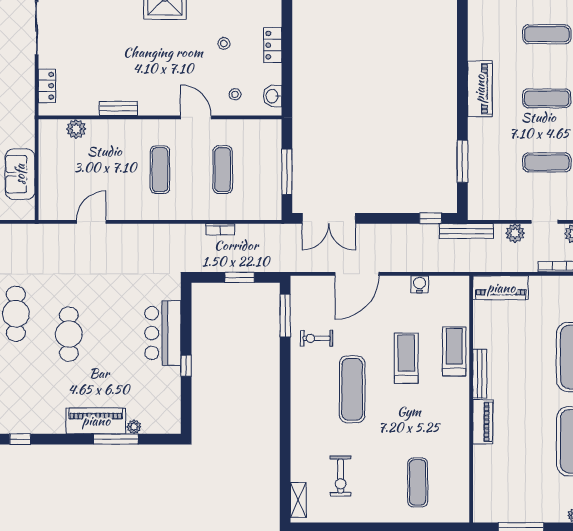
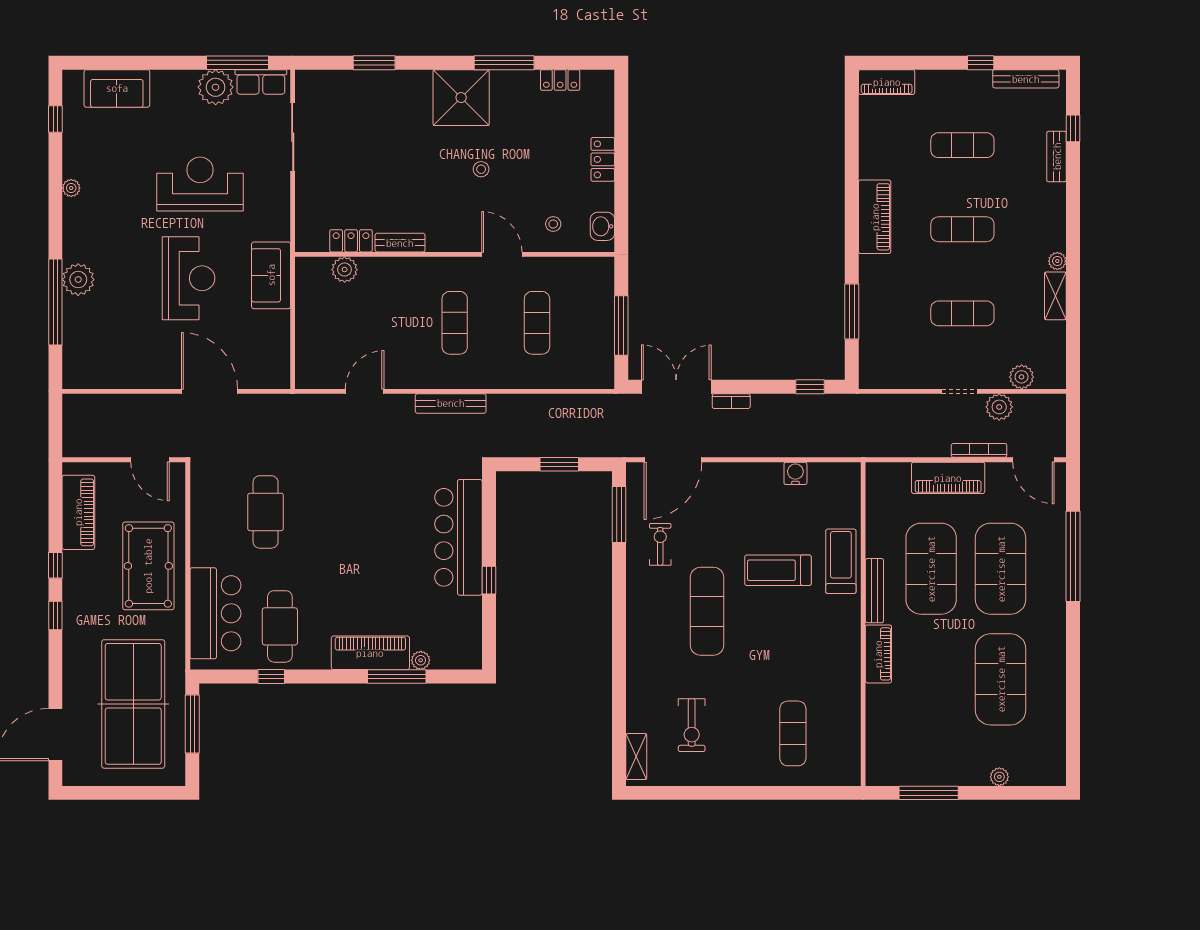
stool: (224, 43) -> (481, 169), moved
locker: (47, 86) -> (351, 241), moved, turned -90
sofa: (20, 174) -> (271, 275), moved
double door: (329, 218) -> (676, 387), swing flipped
bookcase: (220, 229) -> (731, 401), moved
bench: (466, 231) -> (451, 403), moved
plant: (515, 233) -> (921, 406), removed
door: (357, 274) -> (673, 460), moved
piano: (501, 288) -> (948, 478), moved
bar counter: (163, 333) -> (458, 537), width x1.36
cafe table: (69, 334) -> (280, 626), moved
exercise bike: (317, 338) -> (660, 544), turned 90
exercise mat: (523, 357) -> (931, 569), added
treadmill: (406, 358) -> (778, 570), turned -90

